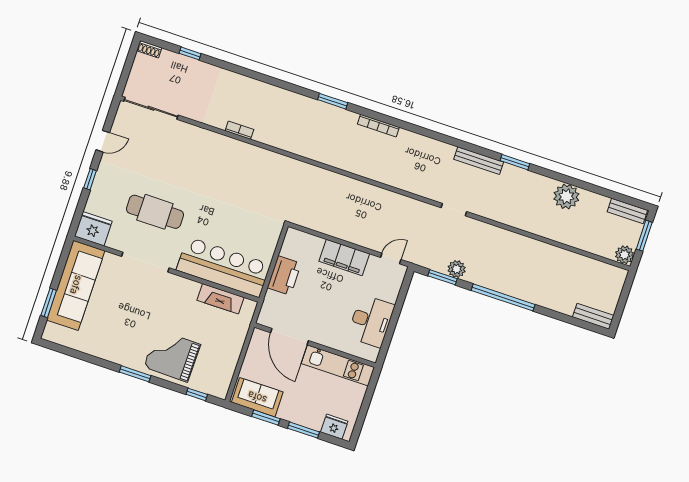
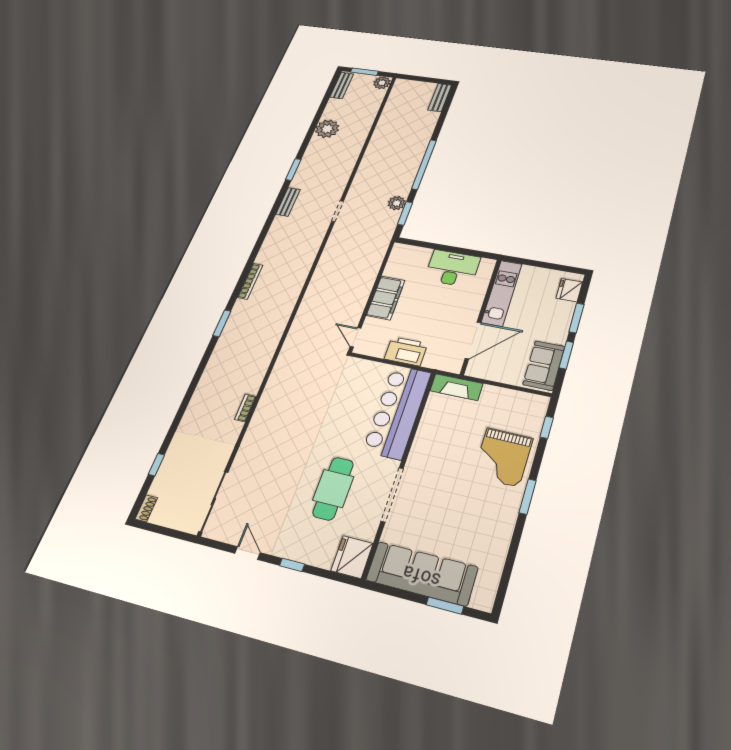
bench: (479, 161) -> (288, 202), width x0.73
door: (391, 258) -> (355, 337), moved
fireplace: (221, 299) -> (456, 387), moved, turned 90

